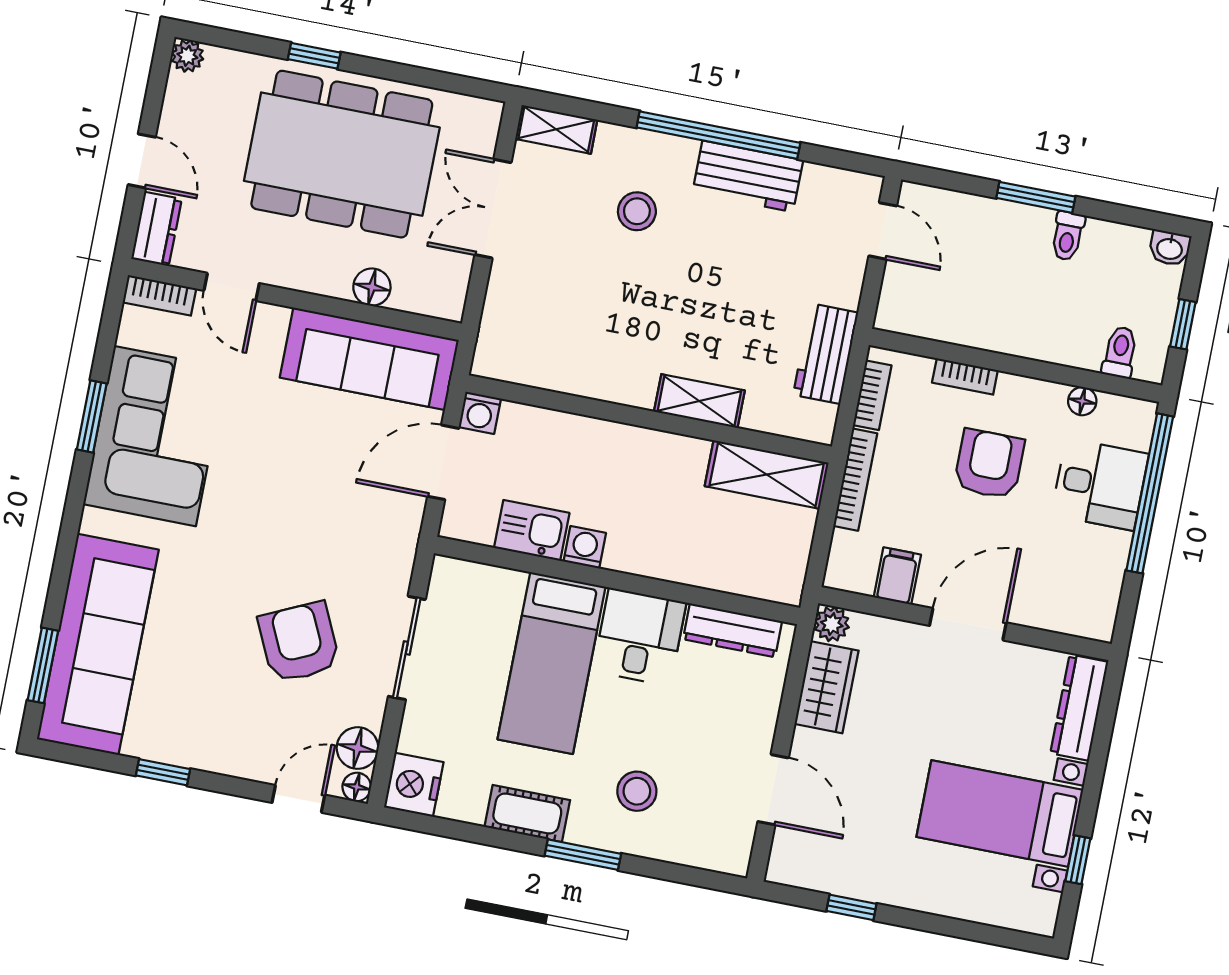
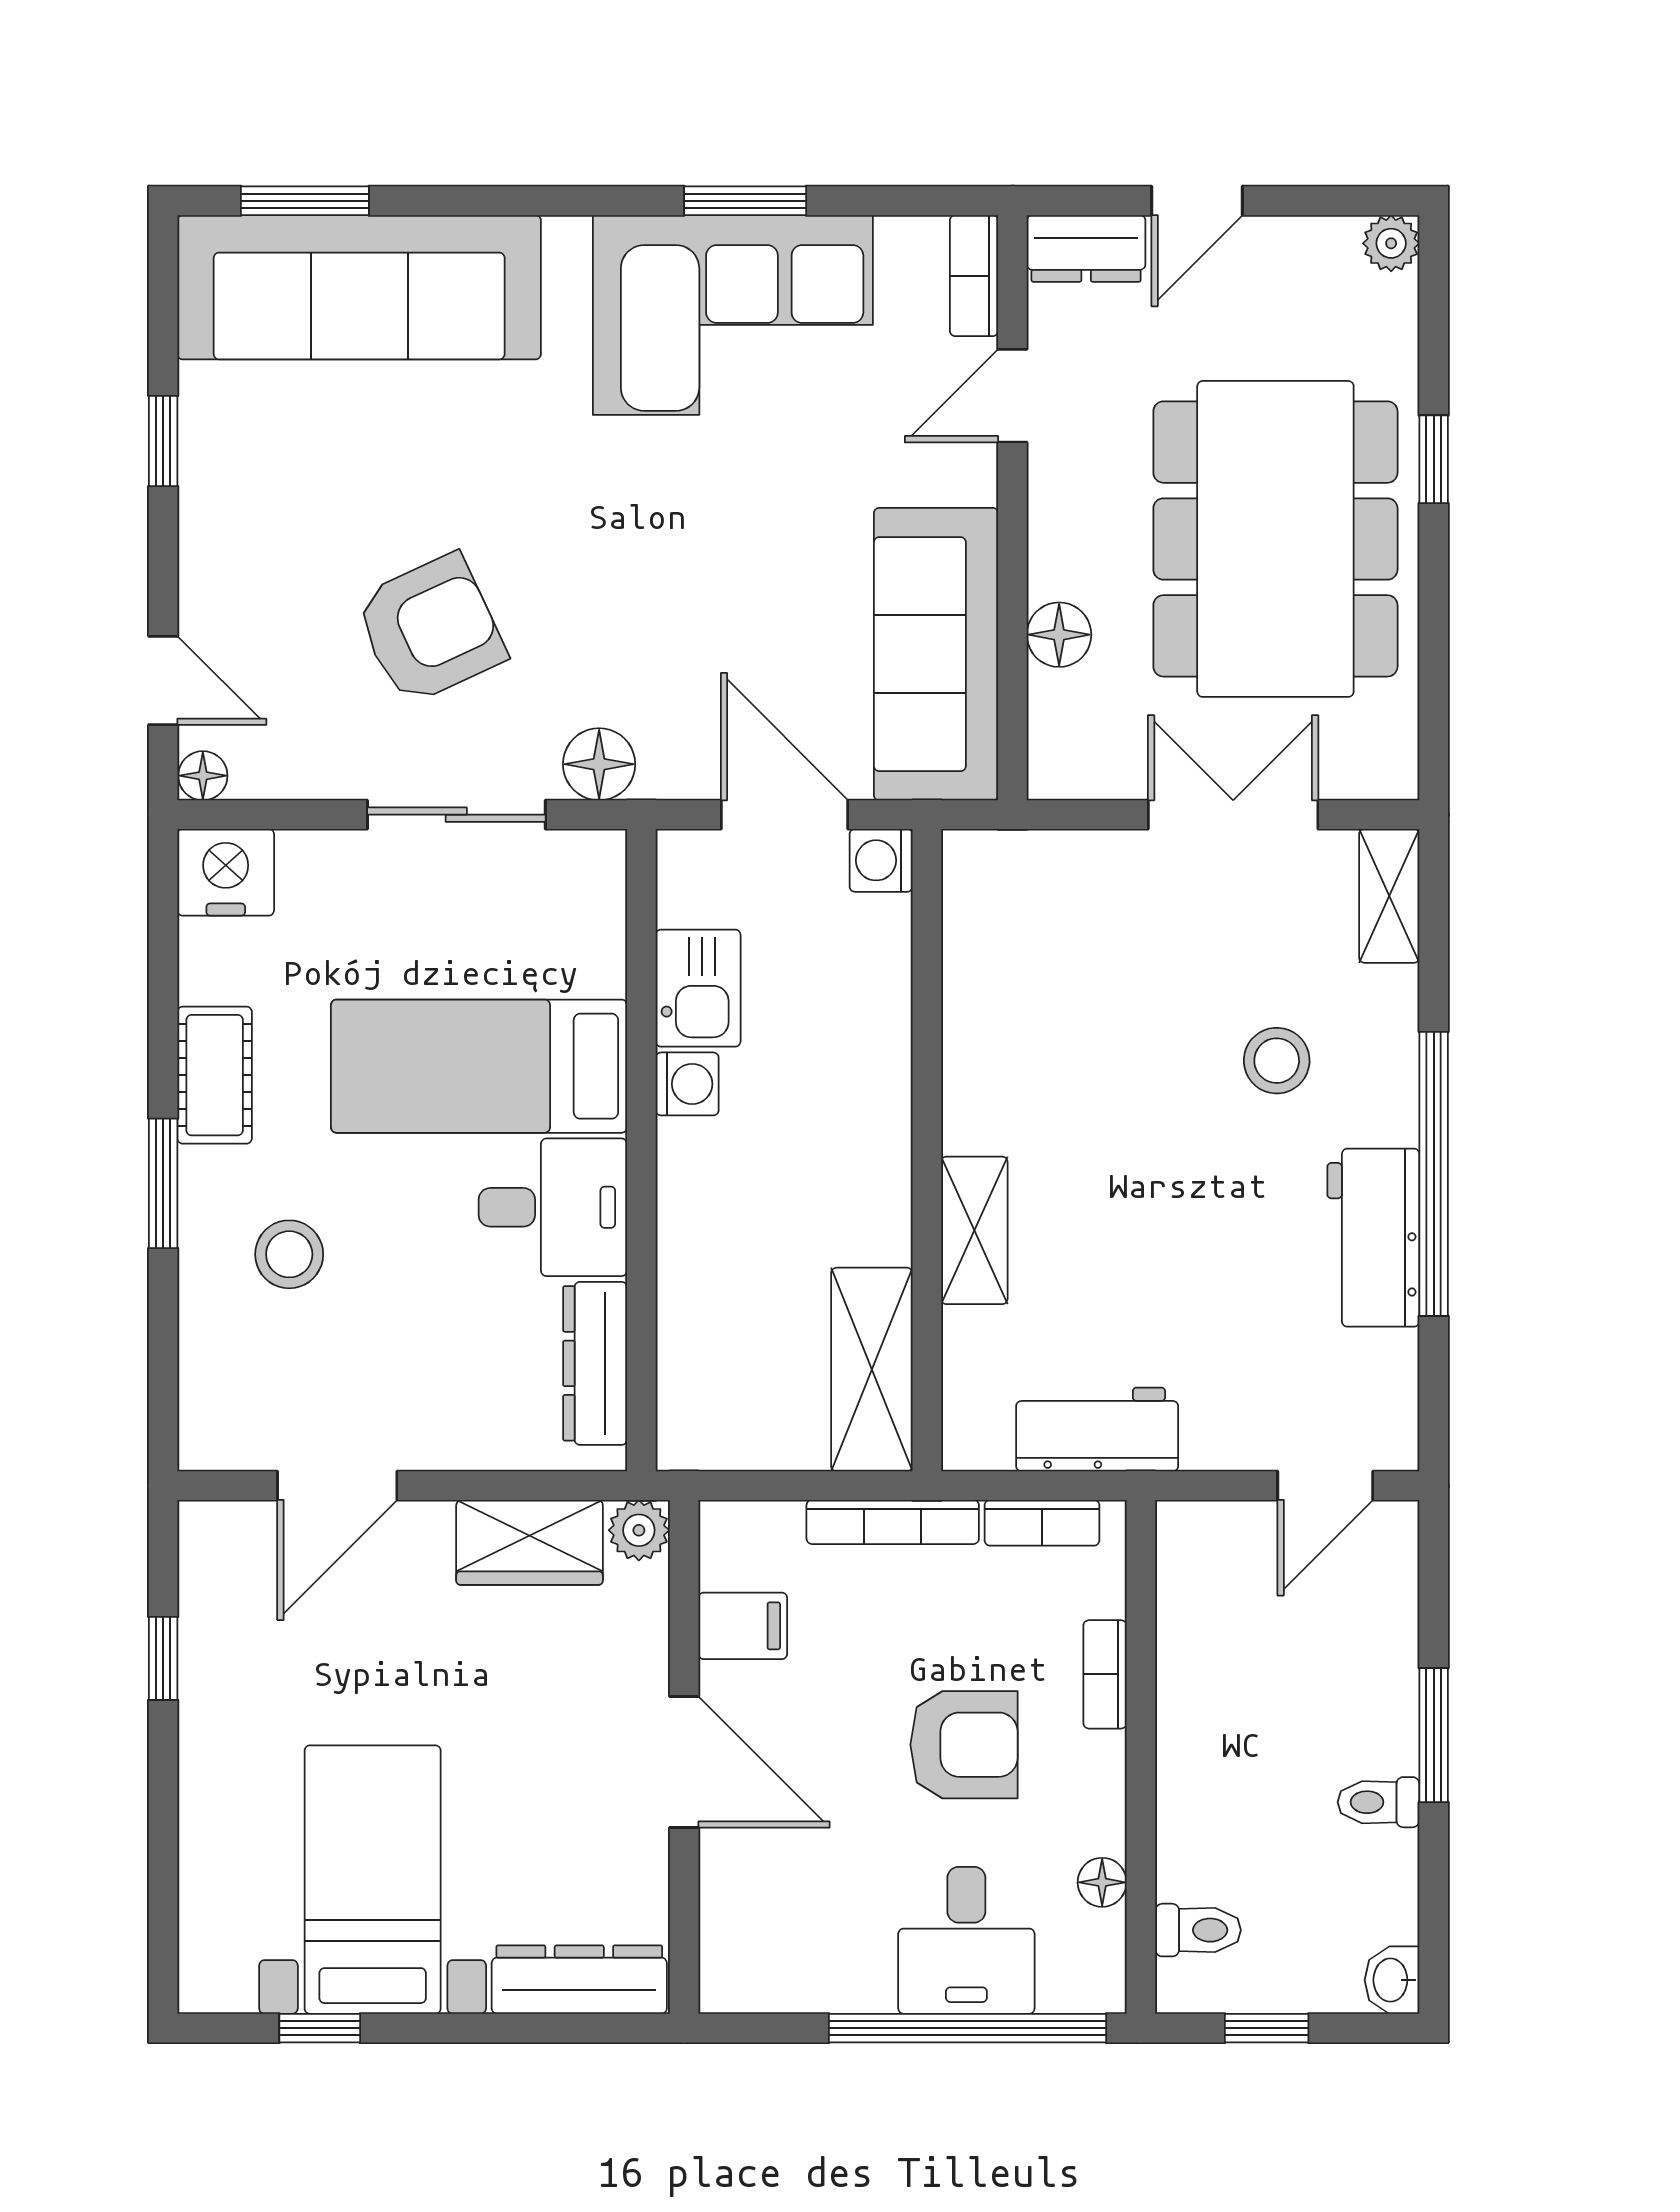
floor lamp: (358, 748) -> (599, 764), moved

